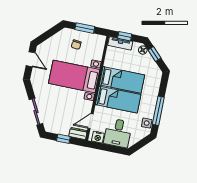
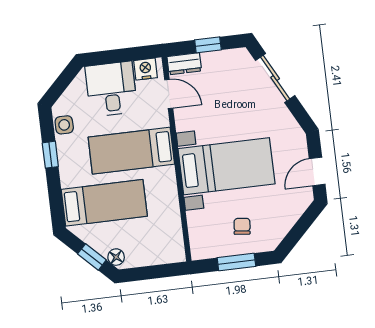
window: (125, 36) -> (158, 272), removed
tv unit: (120, 43) -> (162, 256), removed
door: (31, 59) -> (317, 171), hinge flipped
bed: (122, 80) -> (104, 203), moved, turned 180
window: (158, 111) -> (50, 155), width x0.46
door: (91, 121) -> (169, 94), hinge flipped

